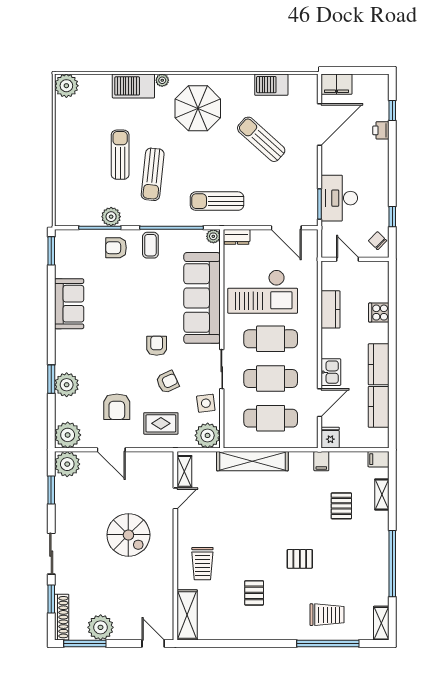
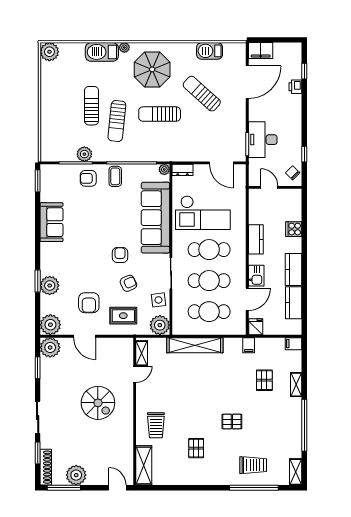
sun lounger: (217, 201) -> (160, 114), moved
kitchen counter: (330, 309) -> (256, 239), moved
shelving: (382, 494) -> (296, 385), moved

